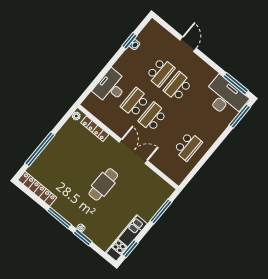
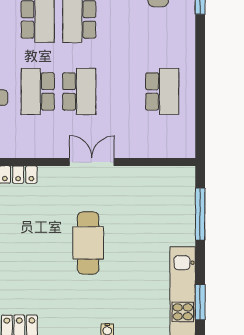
school desk: (153, 117) -> (79, 91), turned 180
double door: (133, 151) -> (92, 162), width x0.73

